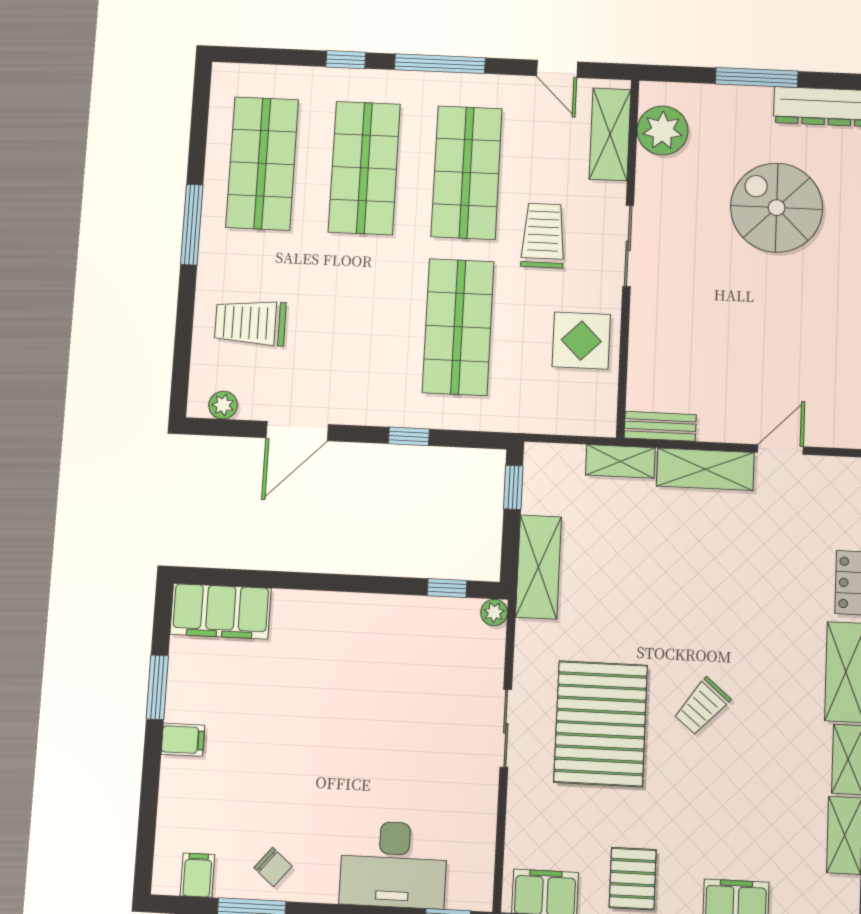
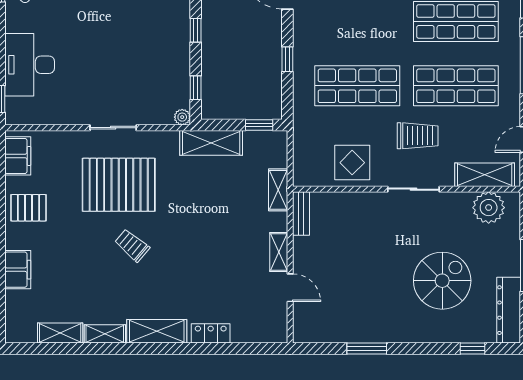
shelving: (705, 469) -> (279, 252), width x0.67, depth x0.75
window: (353, 583) -> (196, 30), added

